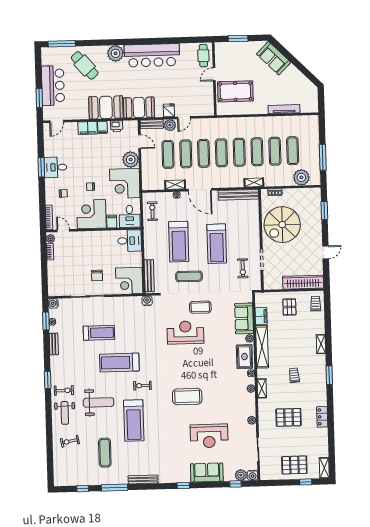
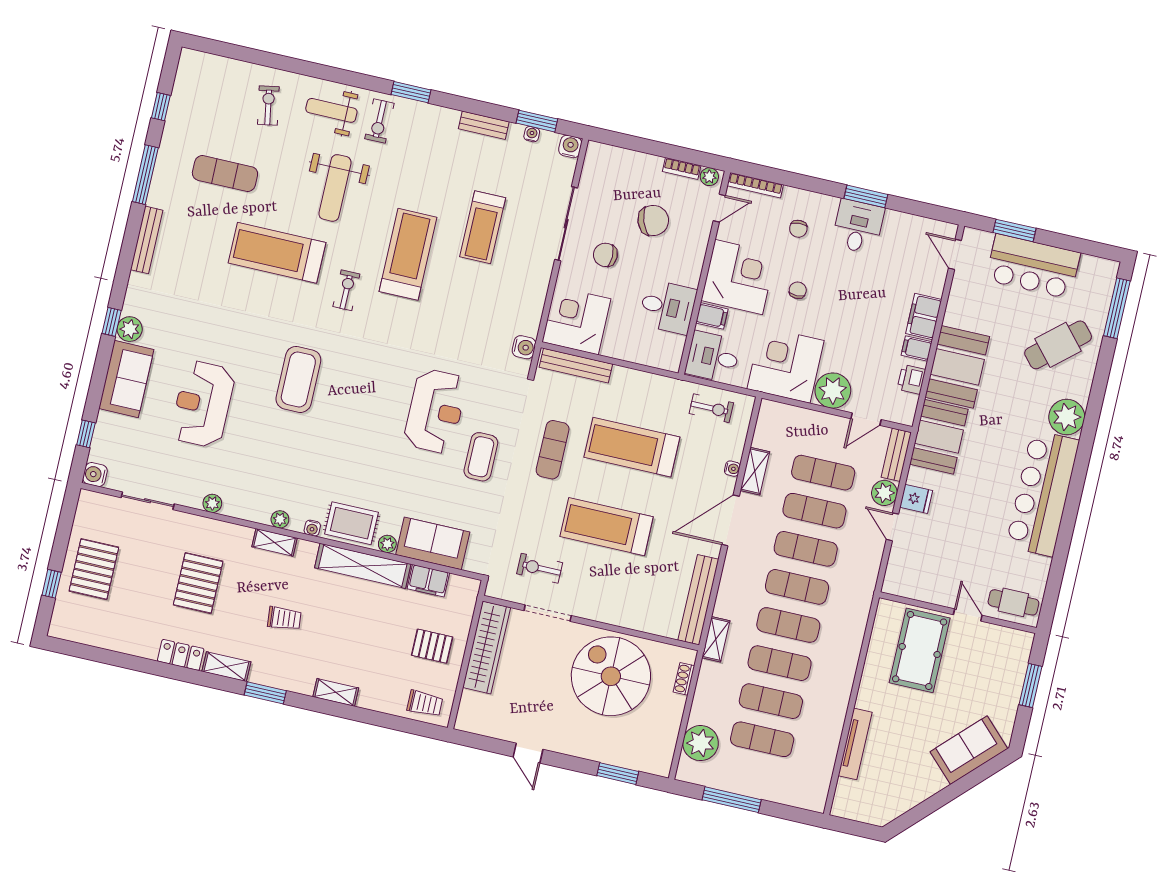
desk: (130, 241) -> (668, 307), moved, turned -90
chair: (76, 258) -> (653, 220), added
wardrobe: (303, 282) -> (487, 647), moved
shelving: (324, 468) -> (226, 667), moved
plant: (241, 475) -> (130, 329), moved

